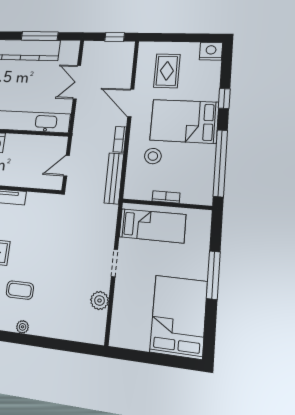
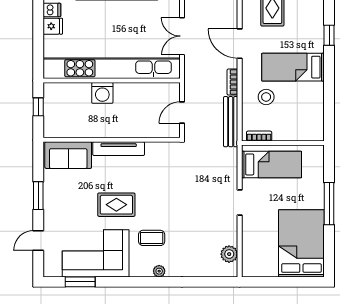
double door: (77, 82) -> (182, 36), moved
bed: (184, 121) -> (293, 67), width x0.67
window: (220, 163) -> (329, 100), removed
bookcase: (166, 197) -> (259, 136), moved
plant: (100, 301) -> (229, 254), moved

